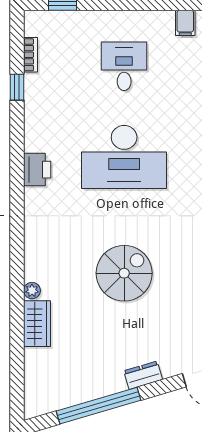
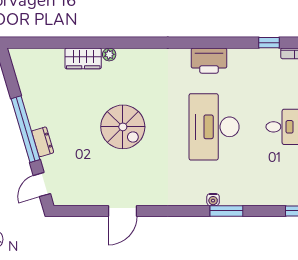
printer: (37, 170) -> (209, 61), width x1.37, depth x1.19
window: (98, 406) -> (25, 129), moved

